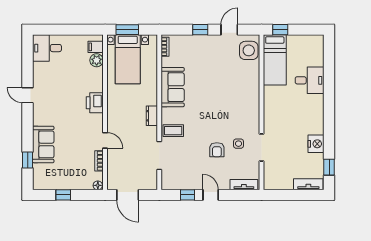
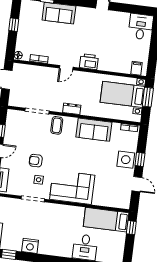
side table: (249, 50) -> (126, 160), moved
plant: (97, 60) -> (125, 68), removed
corner sofa: (242, 104) -> (72, 187), added
door: (105, 140) -> (66, 68), moved

